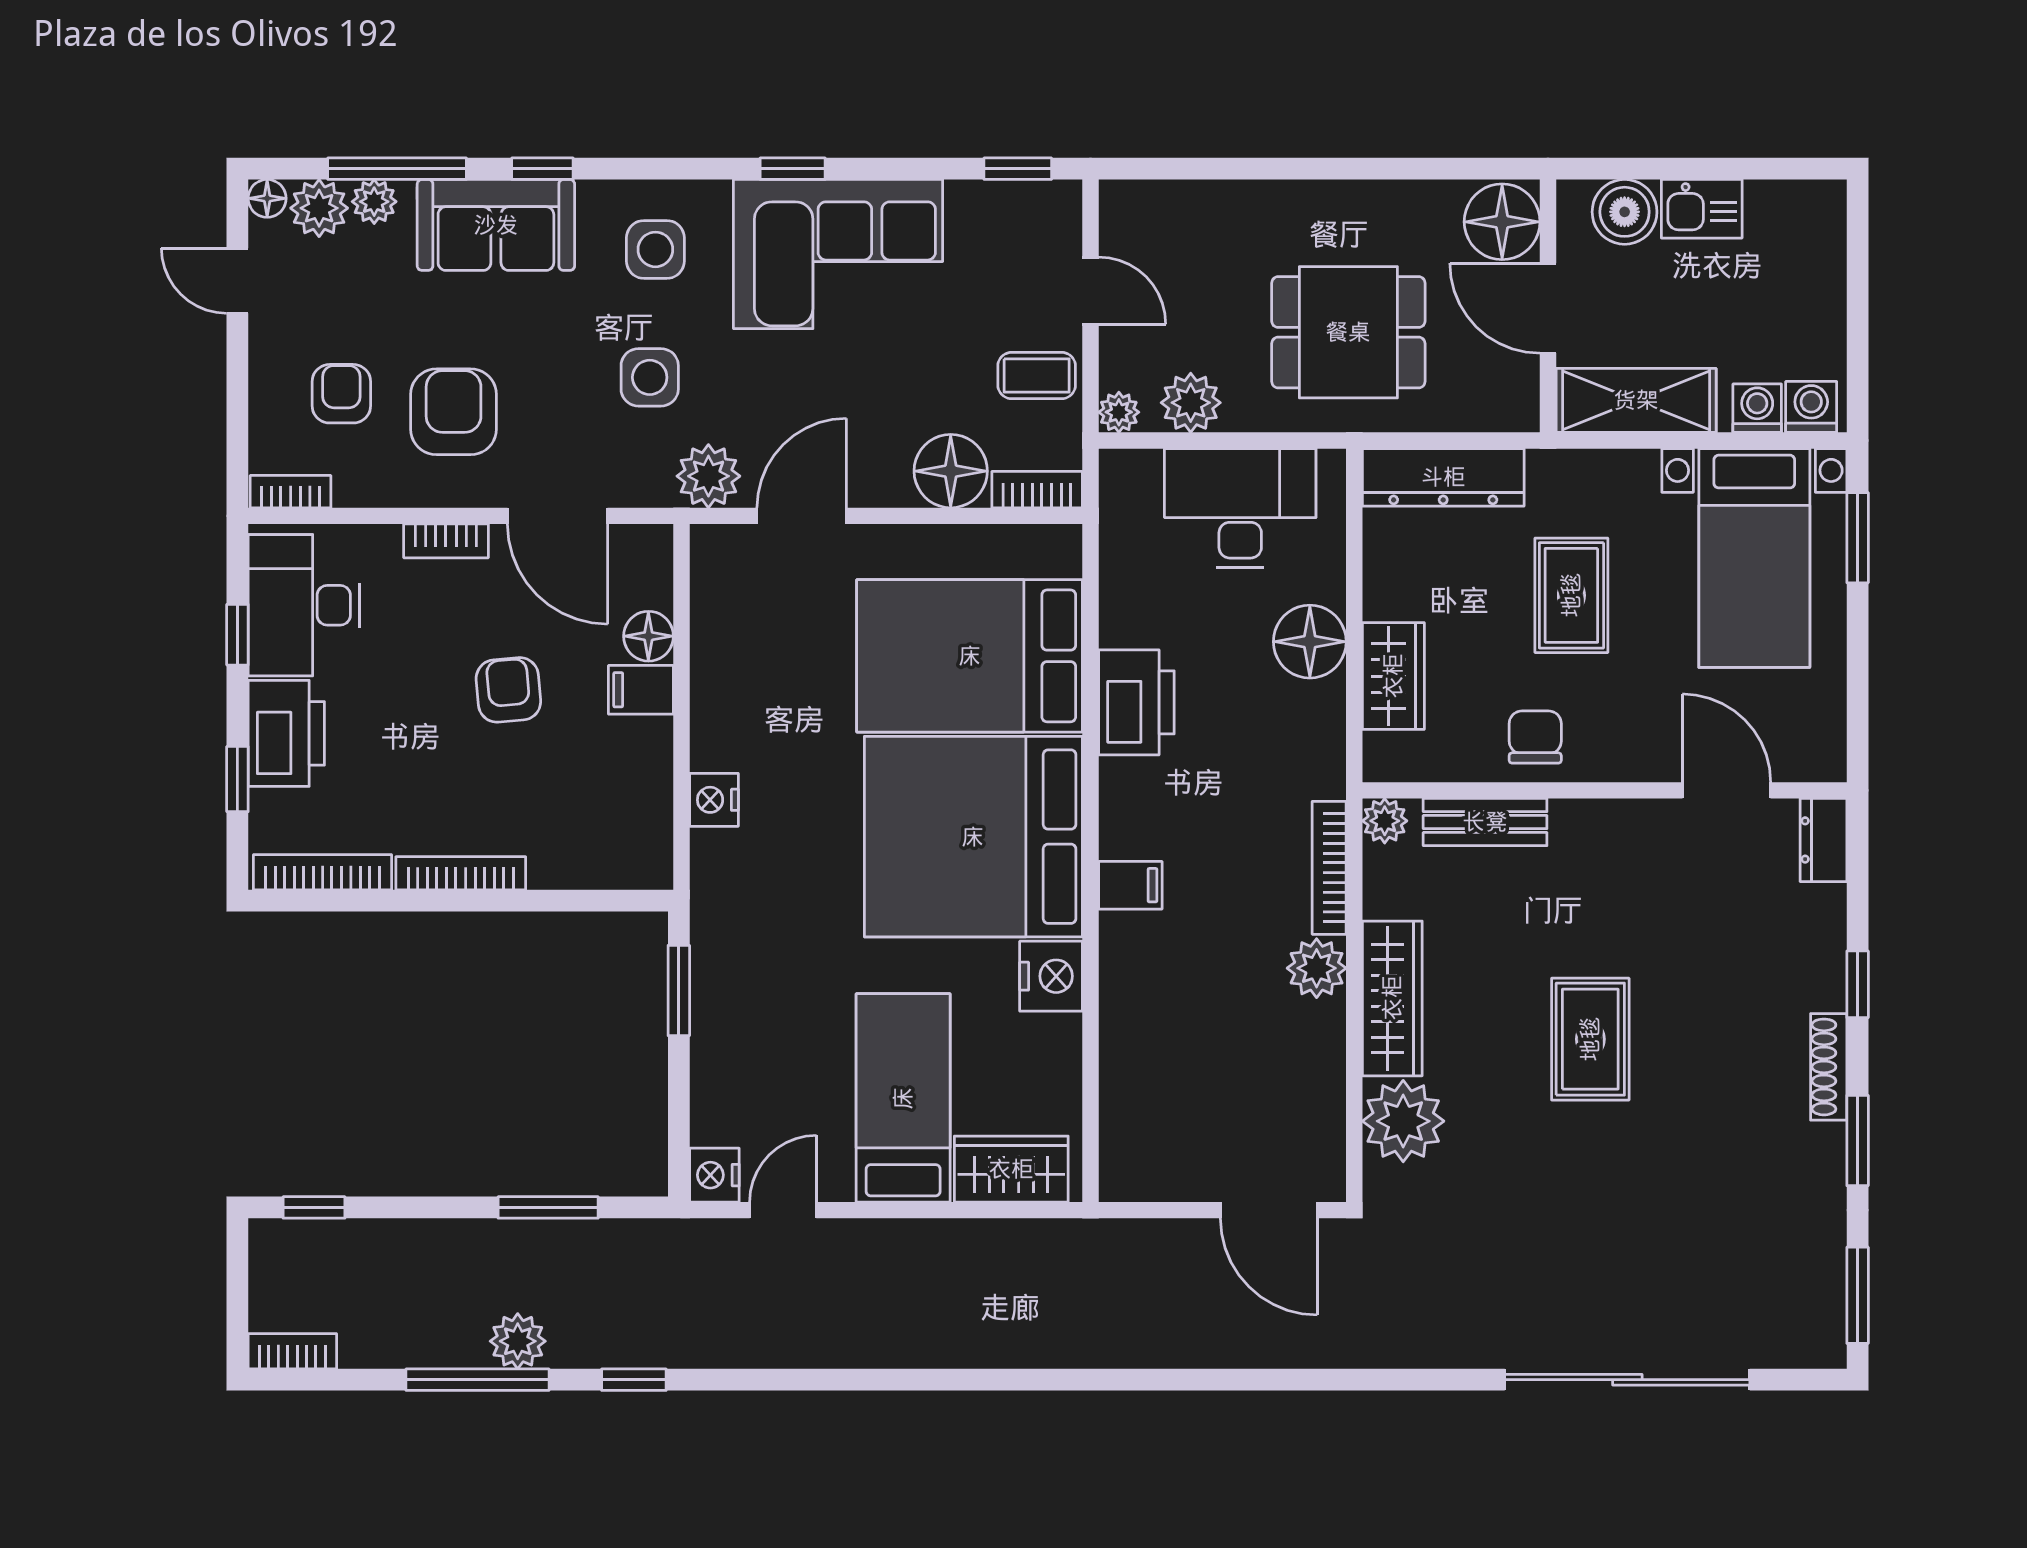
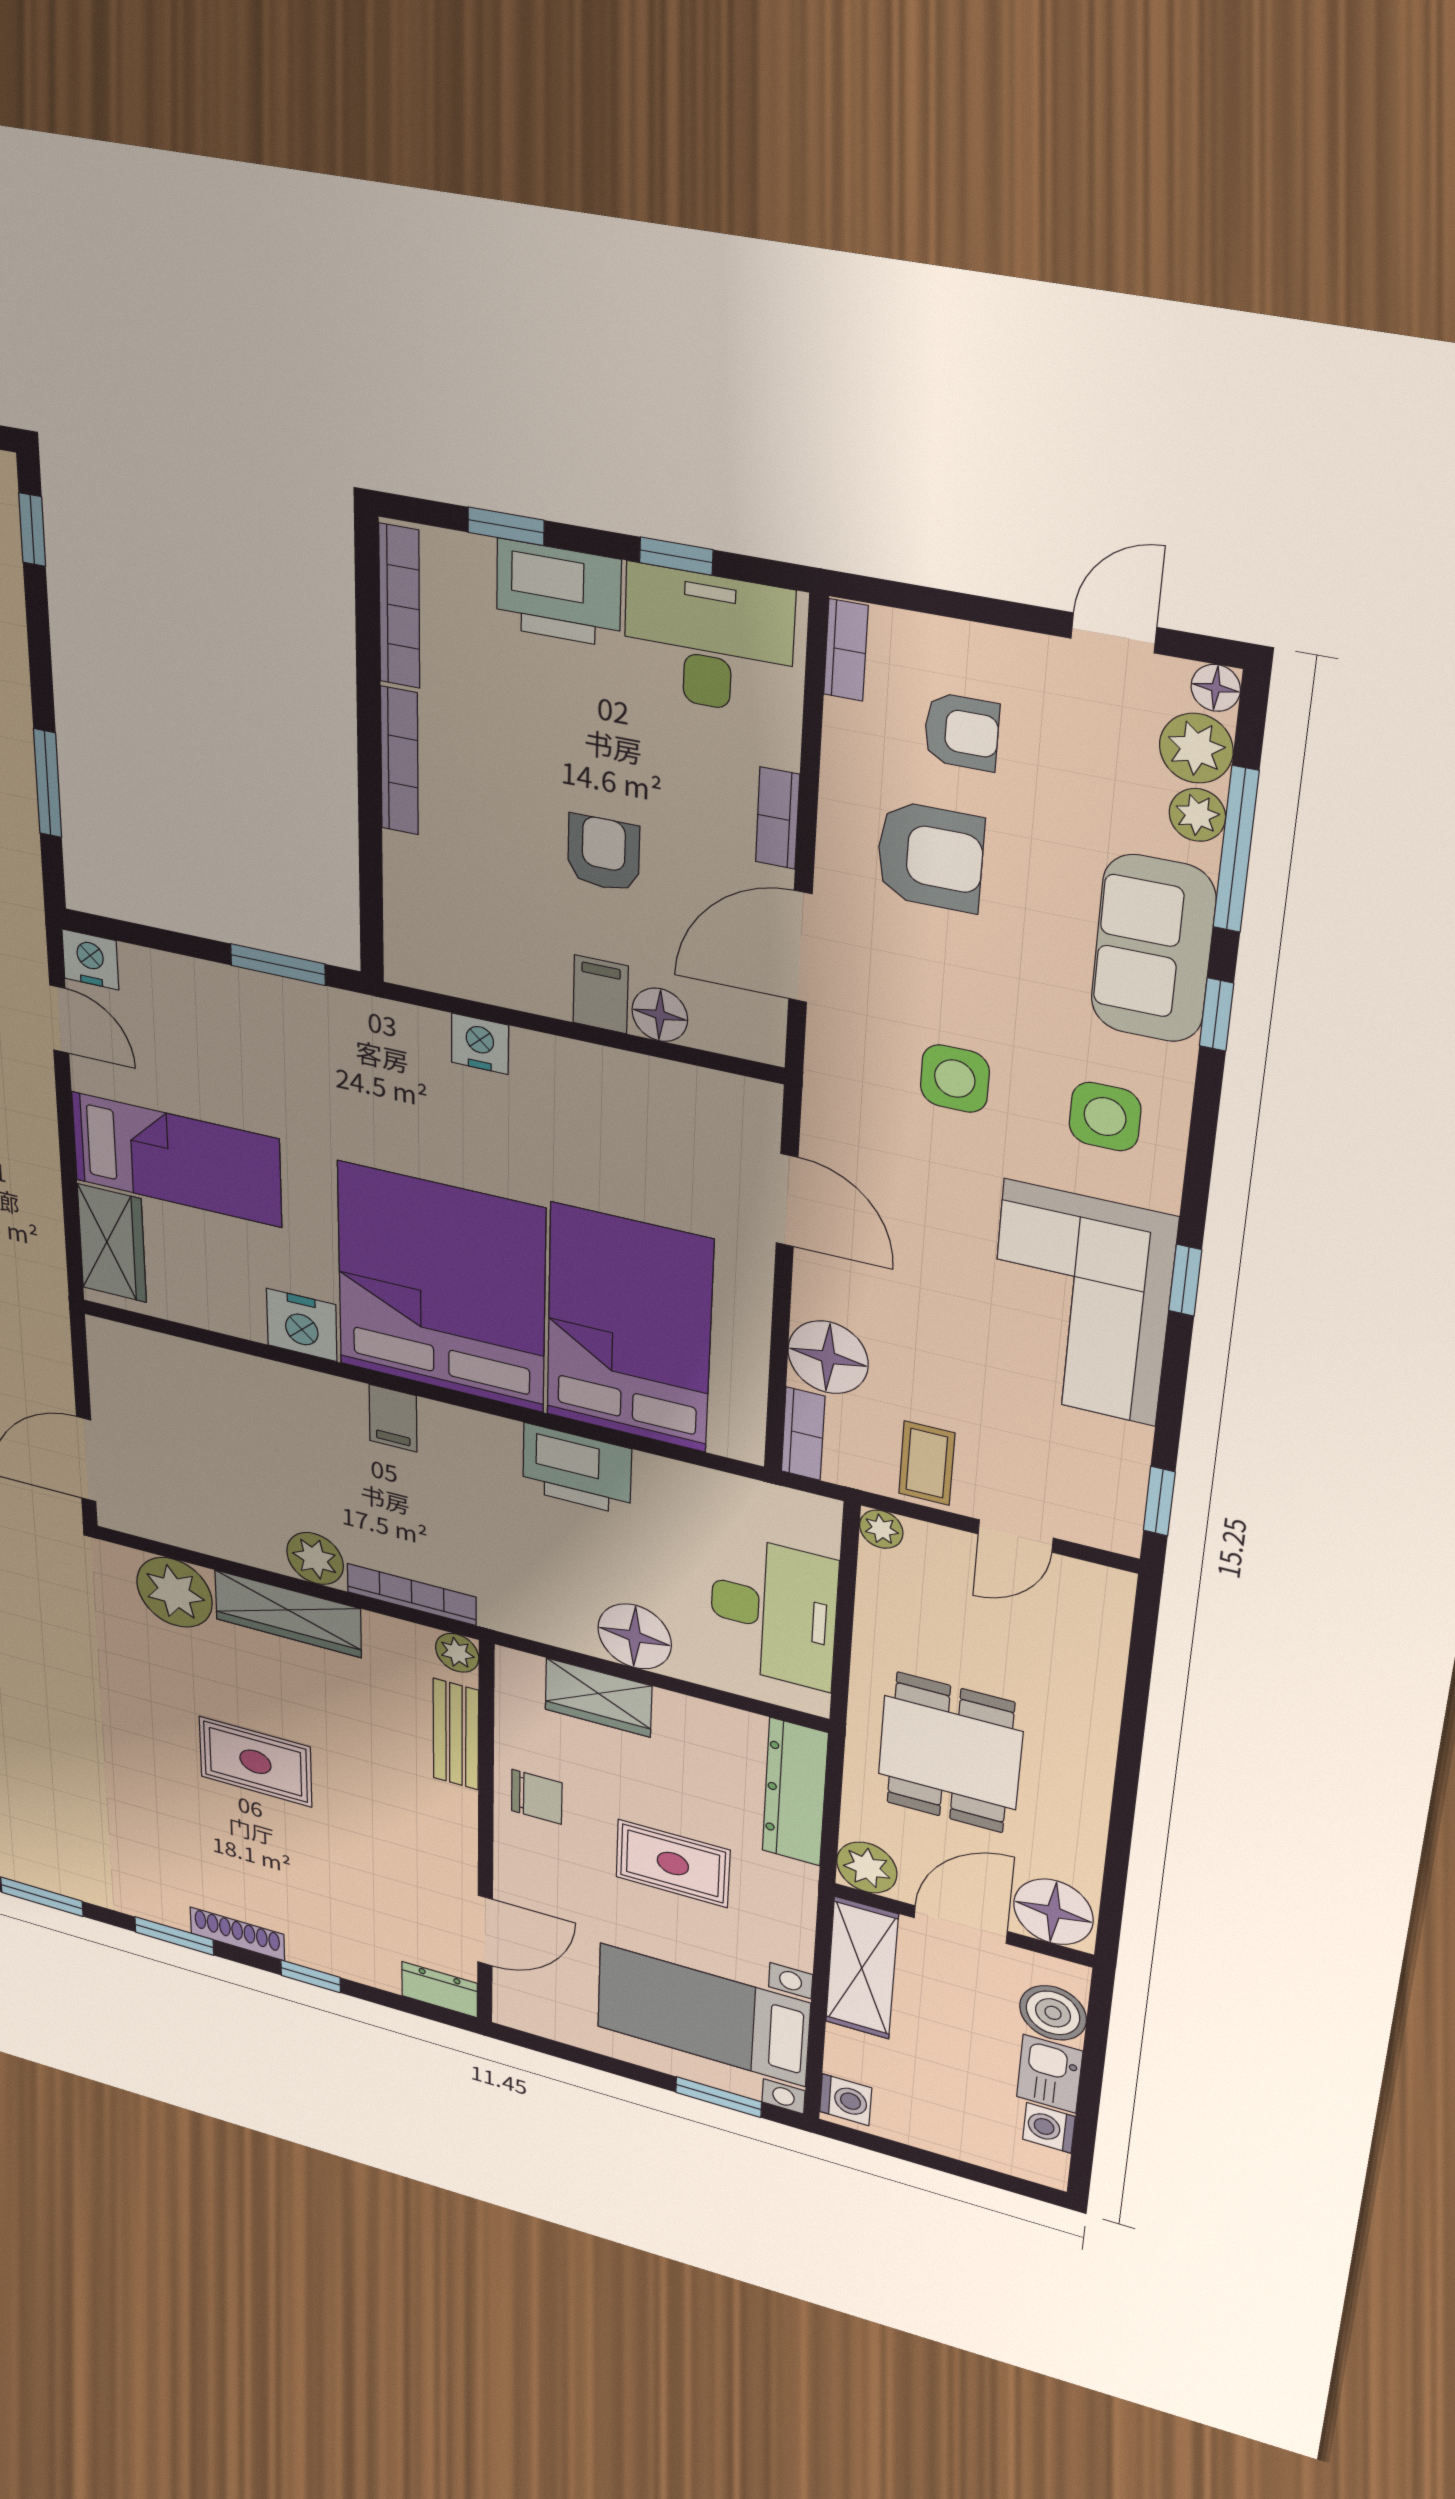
plant: (1191, 403) -> (867, 1868), moved
washing machine: (1757, 408) -> (1049, 2128), moved, turned 180
plant: (708, 476) -> (837, 1116), removed
armchair: (508, 690) -> (604, 853), turned -85

